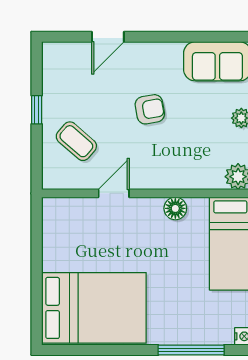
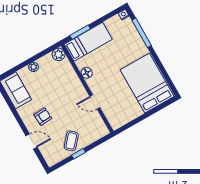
armchair: (150, 109) -> (43, 117), moved, turned 96
coffee table: (76, 141) -> (71, 141), moved

